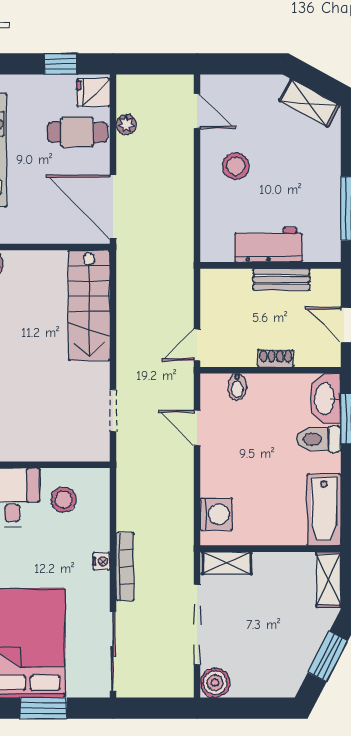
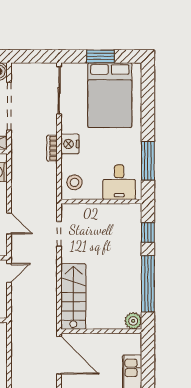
stool: (63, 500) -> (74, 182), moved
nightstand: (102, 561) -> (70, 144), width x1.89, depth x1.79
bookcase: (125, 566) -> (52, 148), width x0.64

